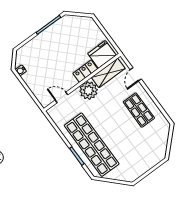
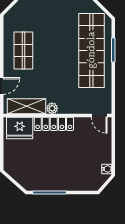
locker: (85, 71) -> (54, 124), width x1.53
plant: (89, 91) -> (52, 108), width x0.53, depth x0.53
door: (61, 97) -> (99, 116), moved

